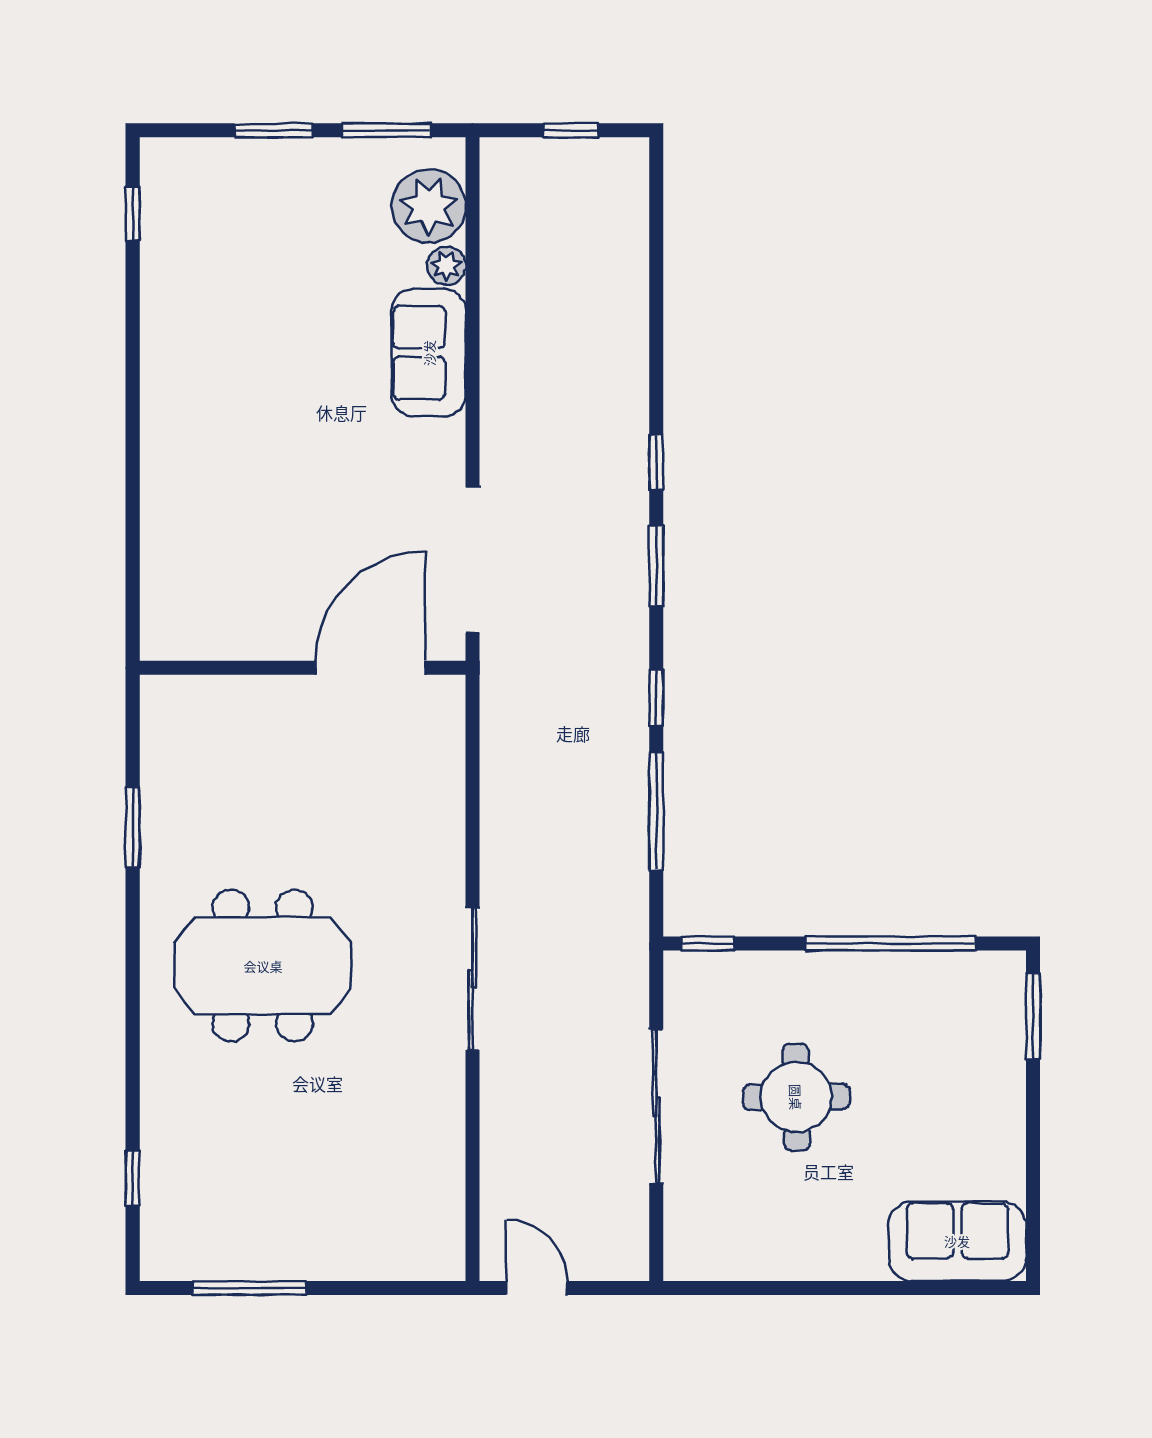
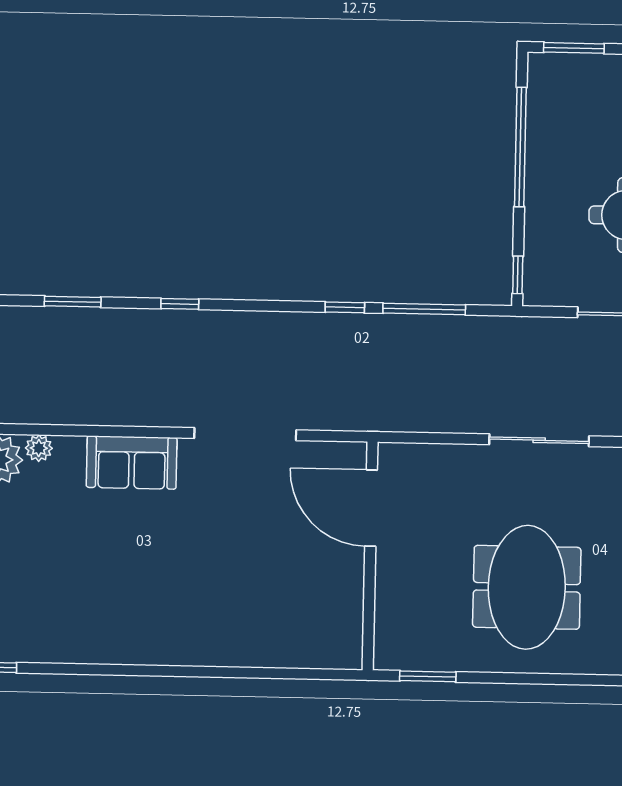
sofa: (429, 353) -> (132, 463), moved
window: (656, 566) -> (73, 302), moved
wall: (303, 668) -> (370, 556), moved
door: (371, 668) -> (371, 508), moved

